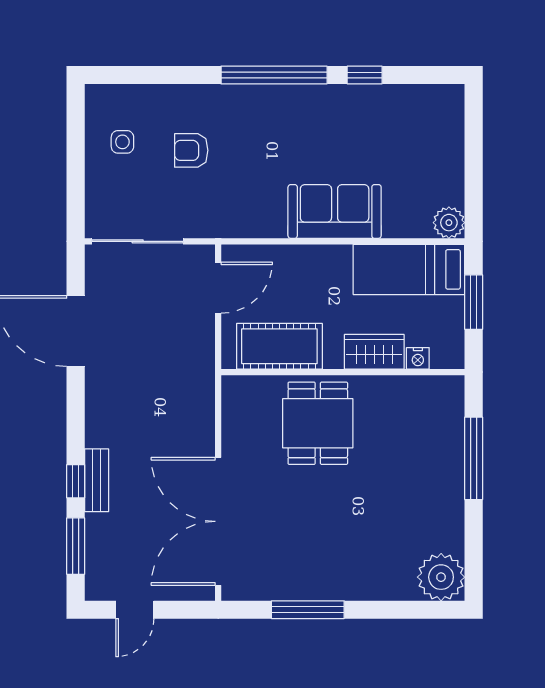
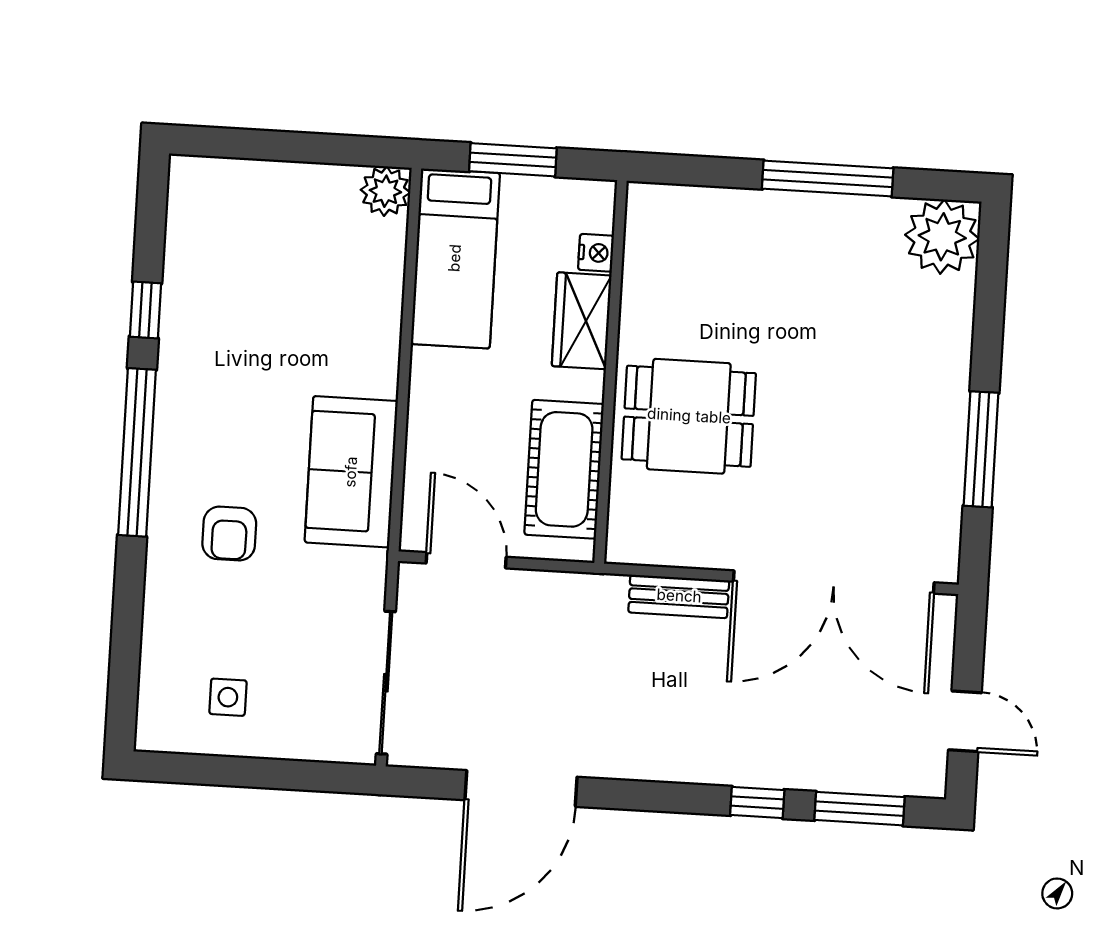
armchair: (191, 150) -> (229, 534), moved
sofa: (335, 211) -> (351, 472), moved
window: (474, 458) -> (828, 178), moved
bench: (97, 480) -> (679, 596), moved

